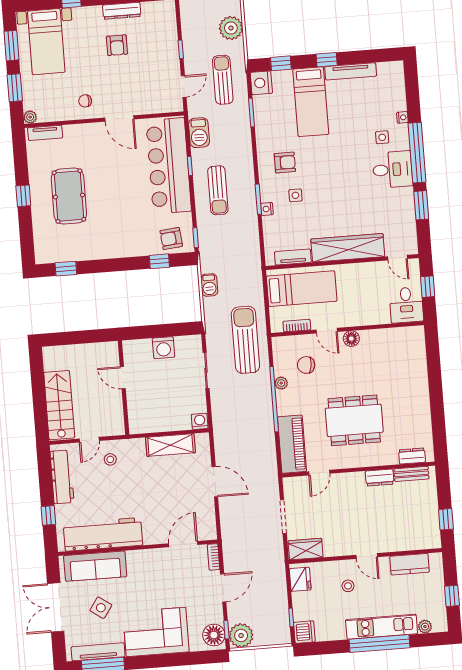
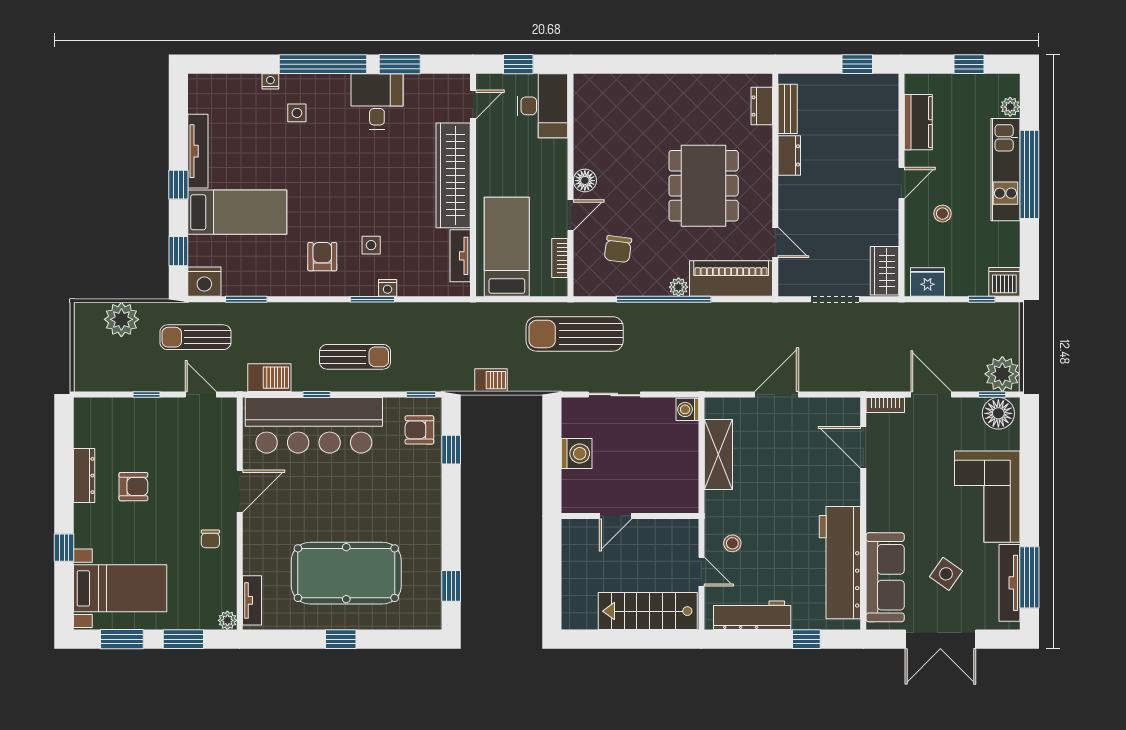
desk: (393, 170) -> (377, 102), moved
pool table: (69, 196) -> (346, 573), width x1.36, depth x1.32
armchair: (171, 238) -> (419, 430), turned 96
desk: (406, 305) -> (542, 106), width x1.37
plant: (281, 383) -> (678, 287), moved

